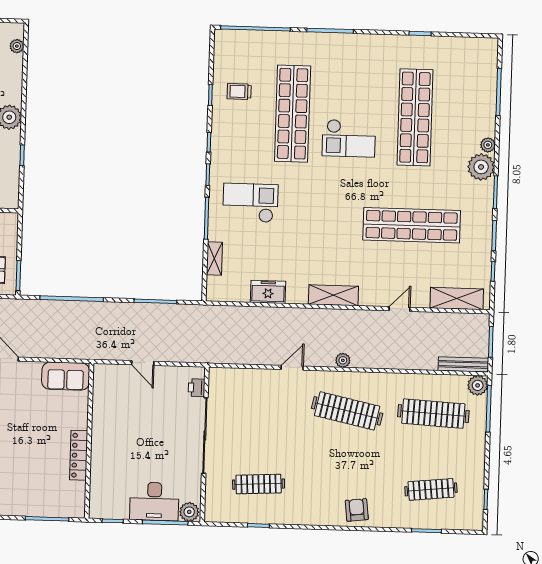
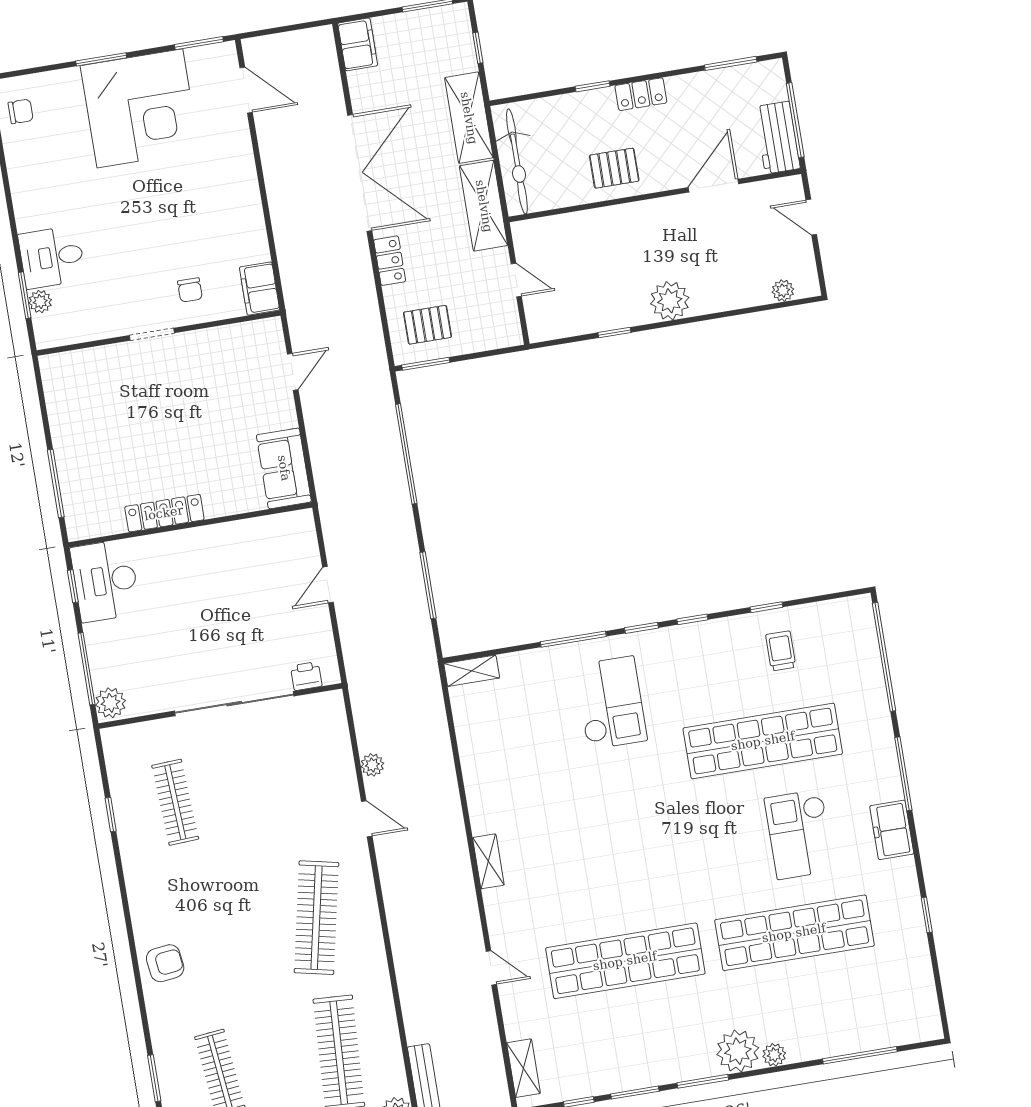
checkout: (349, 138) -> (799, 834), moved
shop shelf: (412, 225) -> (625, 961), turned 90
shelving: (214, 259) -> (472, 671), moved
freezer: (268, 292) -> (892, 830), moved, turned 180
shelving: (333, 295) -> (488, 861), width x0.67, depth x0.75
shelving: (457, 299) -> (523, 1068), width x0.67, depth x0.75
plant: (343, 360) -> (372, 765), moved
desk: (154, 501) -> (105, 581), moved

